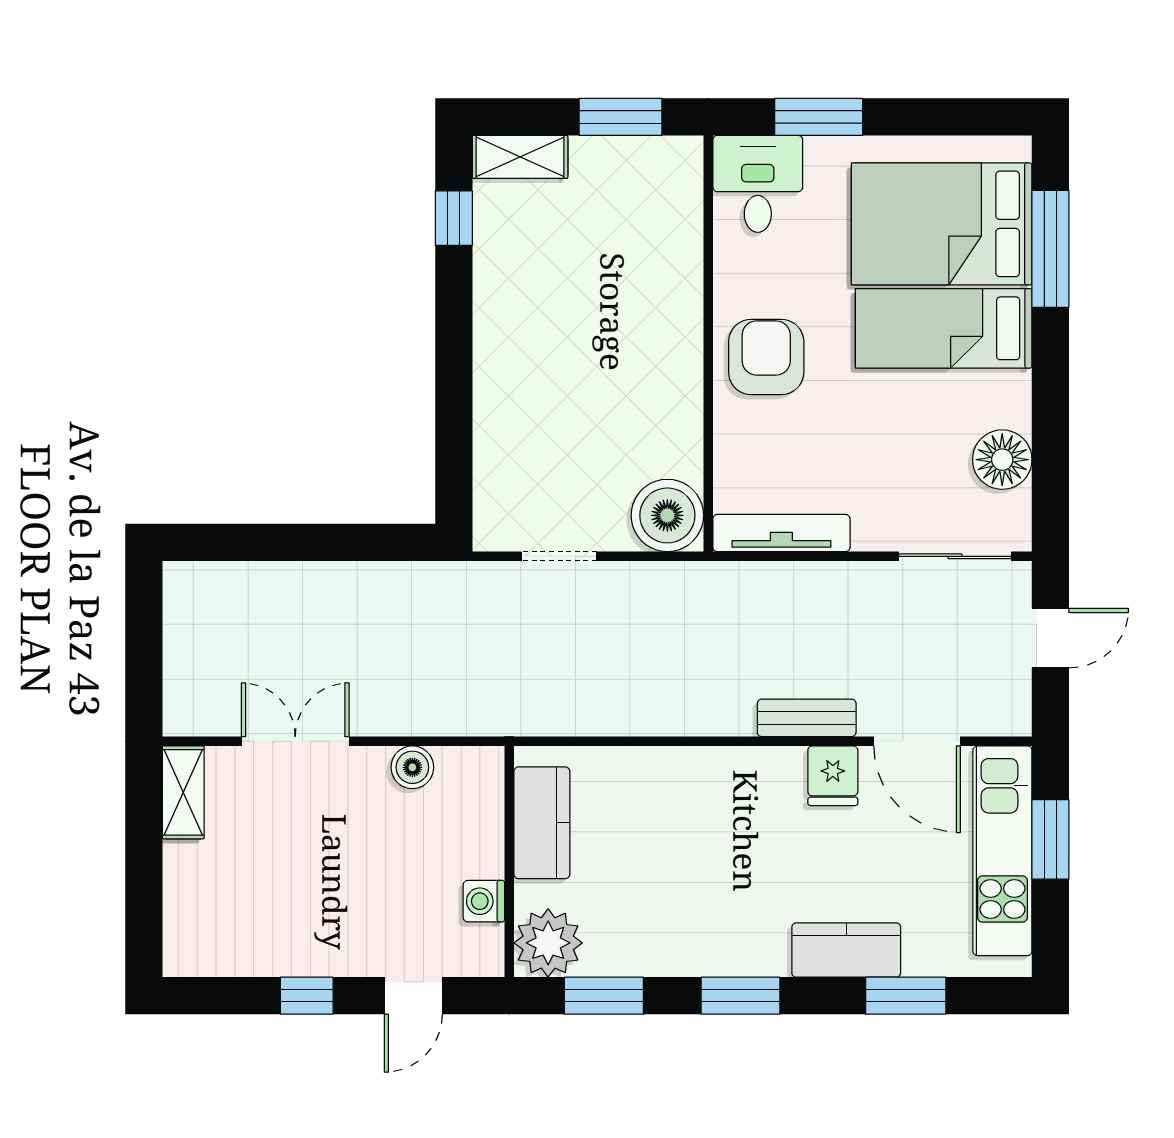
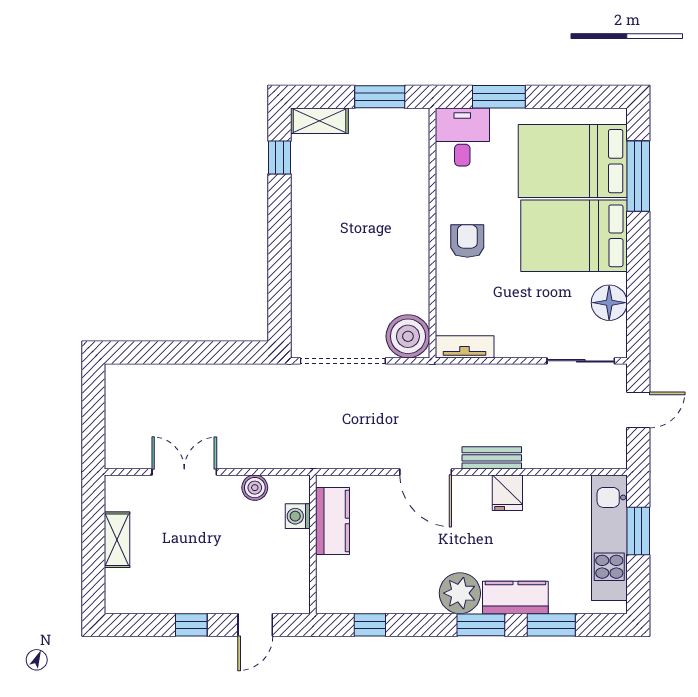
bed: (944, 328) -> (574, 236), width x1.50
armchair: (766, 357) -> (467, 241), width x0.72, depth x0.72
tv unit: (781, 533) -> (465, 347), width x0.71
doorway: (559, 556) -> (343, 361), width x1.87
door: (917, 741) -> (426, 472), moved
shelving: (183, 792) -> (117, 540), moved
washing machine: (484, 901) -> (298, 516), moved
plant: (548, 943) -> (460, 593), moved
window: (604, 996) -> (370, 625), width x0.67
window: (740, 996) -> (481, 625), moved

